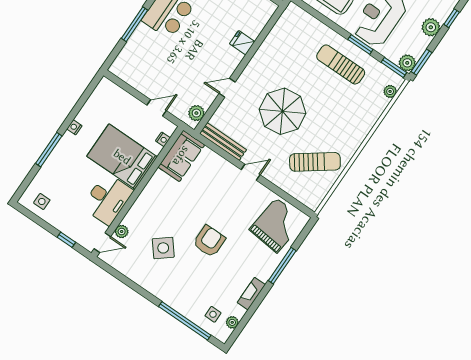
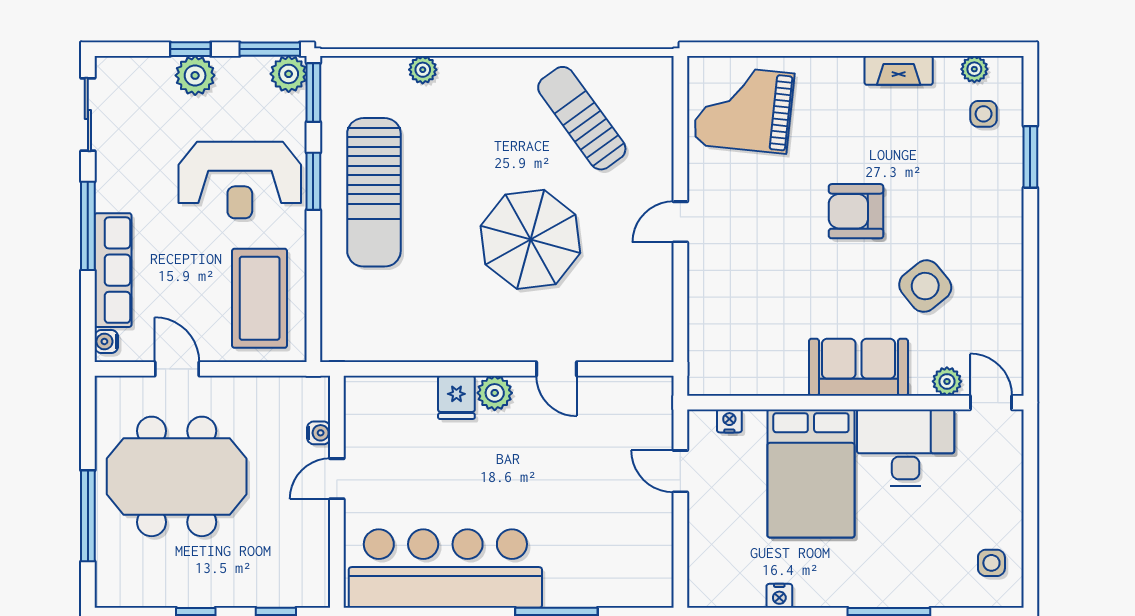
window: (452, 18) -> (190, 49), moved
sun lounger: (341, 64) -> (374, 192), width x1.36, depth x1.34
plant: (390, 91) -> (423, 70), moved
plant: (196, 113) -> (495, 393), moved
nightstand: (74, 127) -> (779, 596), moved
bench: (223, 142) -> (659, 309), removed
sofa: (181, 156) -> (858, 367), moved
door: (251, 172) -> (680, 222), hinge flipped
window: (66, 240) -> (1030, 471), removed
window: (282, 266) -> (810, 49), removed
window: (185, 321) -> (1030, 157), width x0.47

